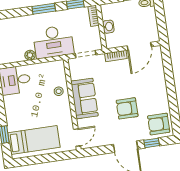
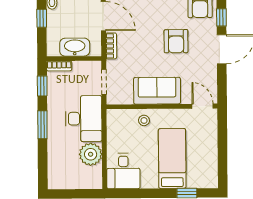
washbasin: (108, 27) -> (75, 47), width x1.91, depth x1.45
plant: (30, 55) -> (91, 154), width x1.87, depth x1.87
bed: (34, 140) -> (172, 158), moved

